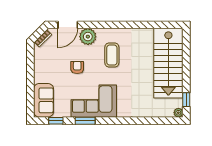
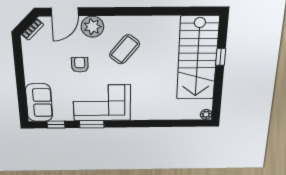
coffee table: (112, 55) -> (125, 49), turned 39
window: (186, 100) -> (221, 57), moved

